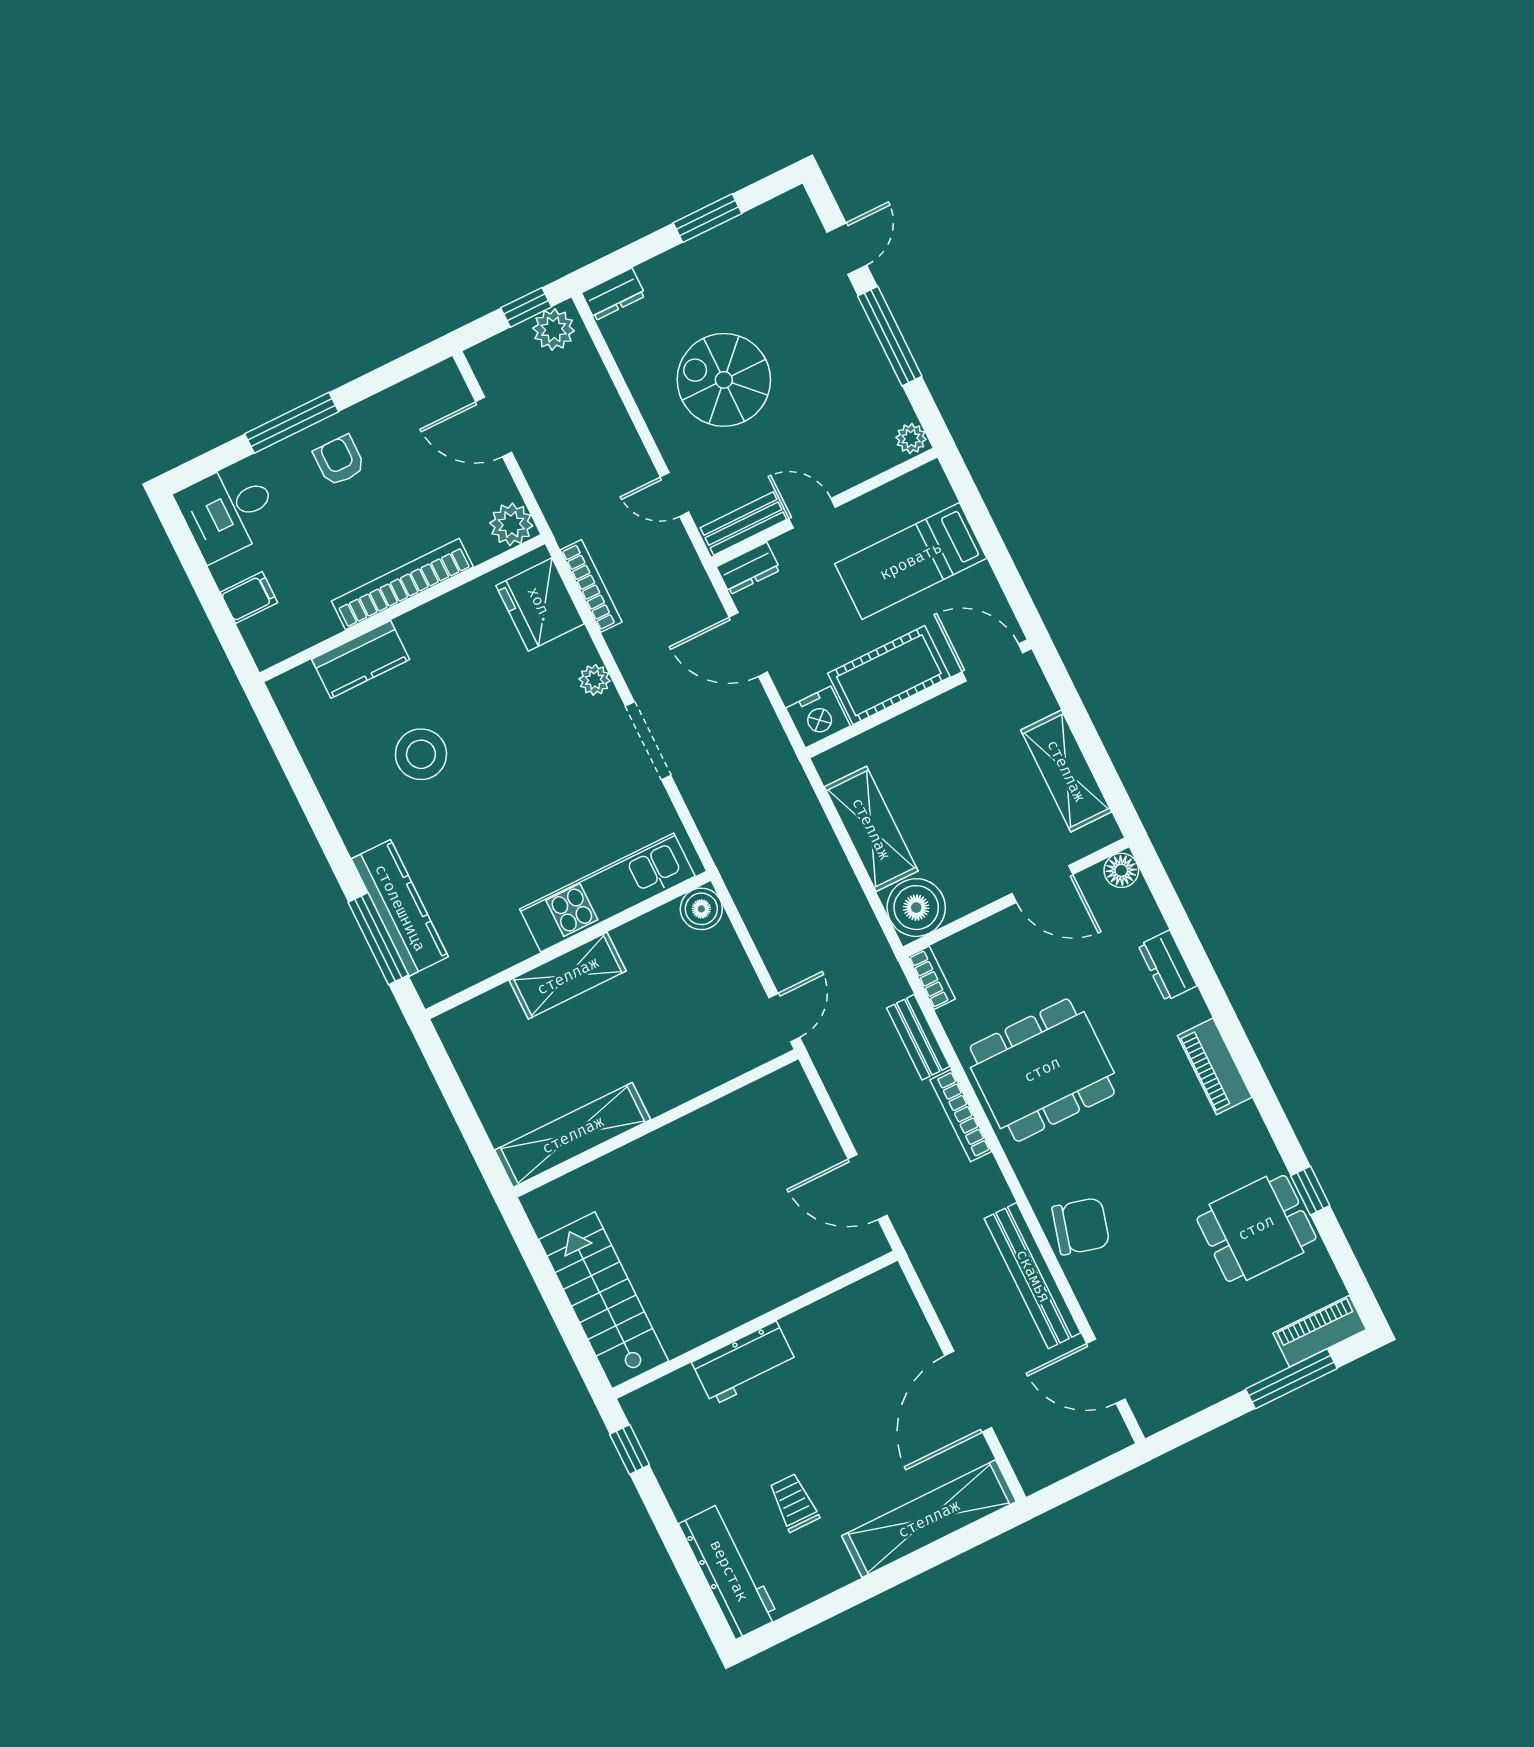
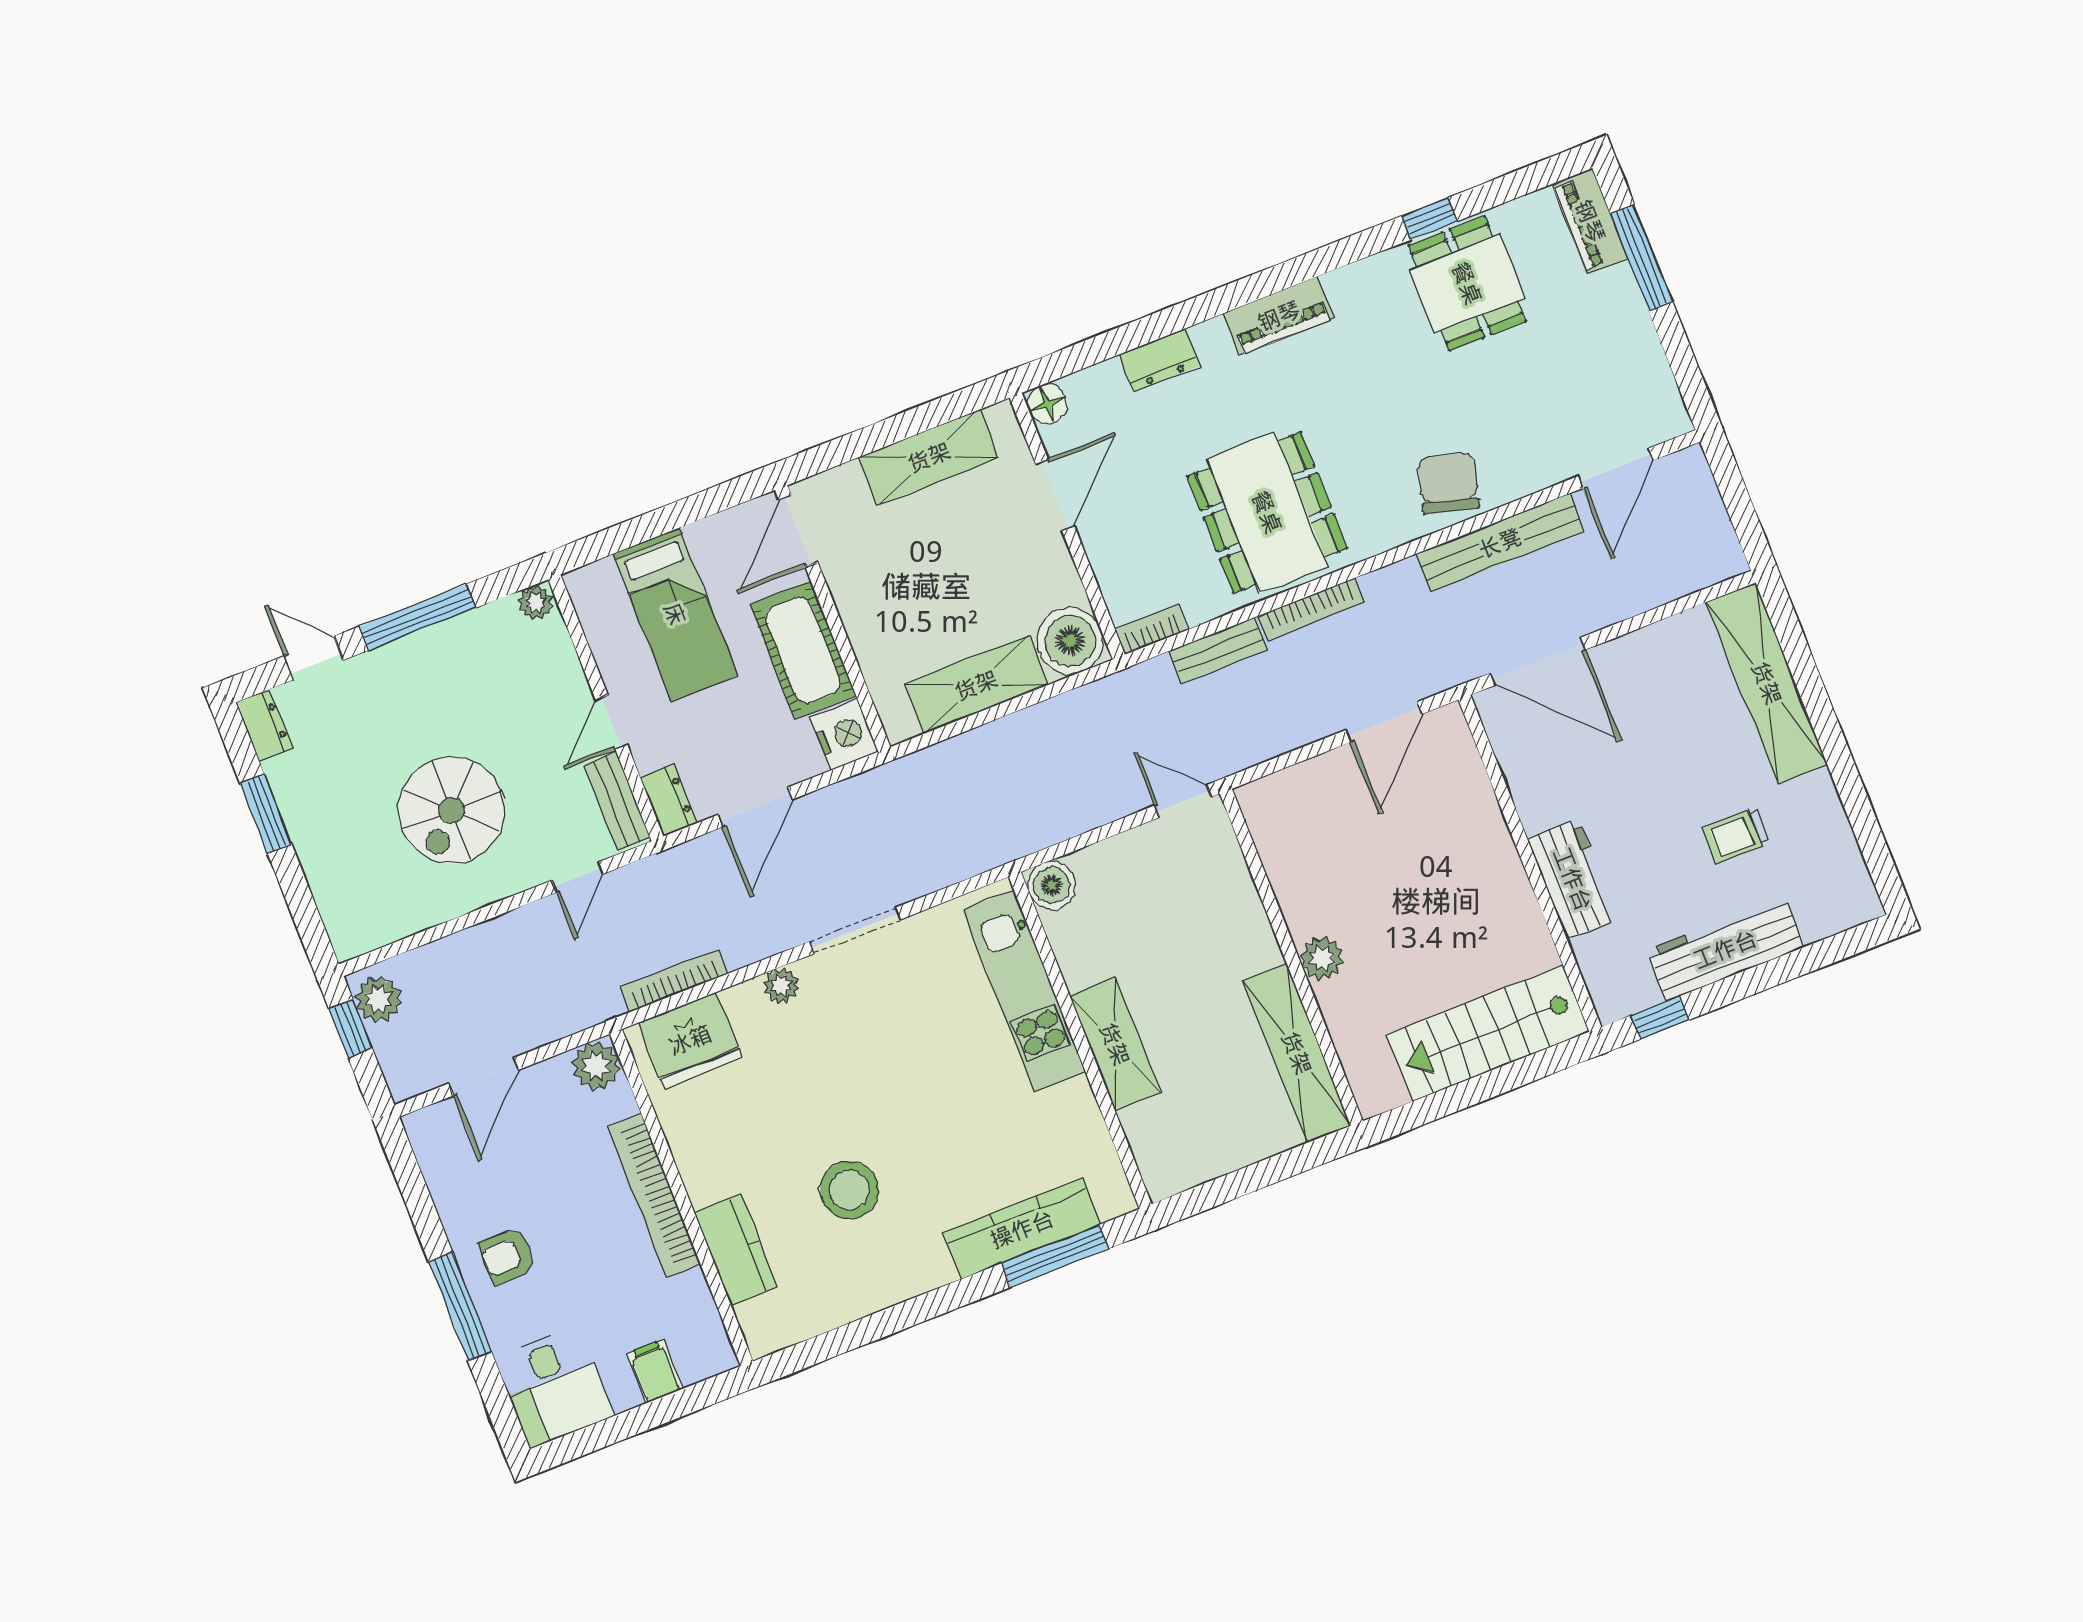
dresser: (614, 294) -> (264, 726), moved
plant: (657, 1150) -> (1322, 958), added
door: (968, 1392) -> (1538, 661), moved
workbench: (729, 1571) -> (1725, 949), moved

